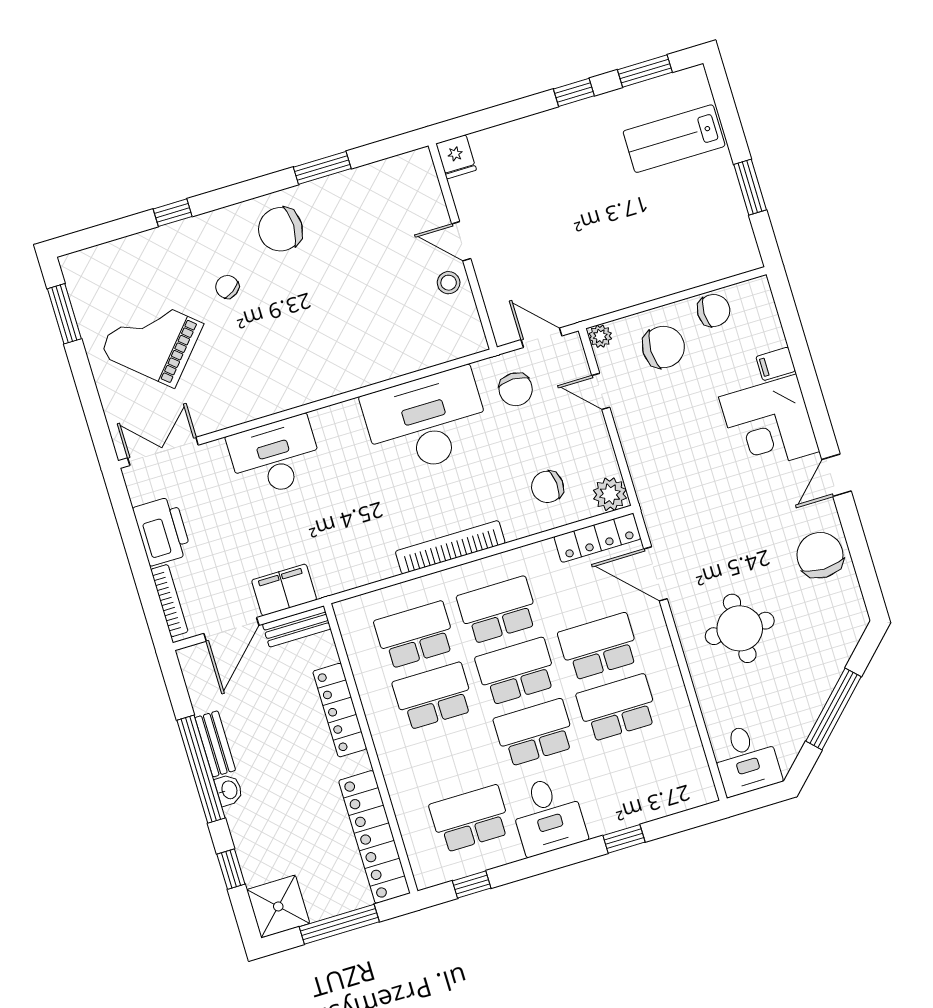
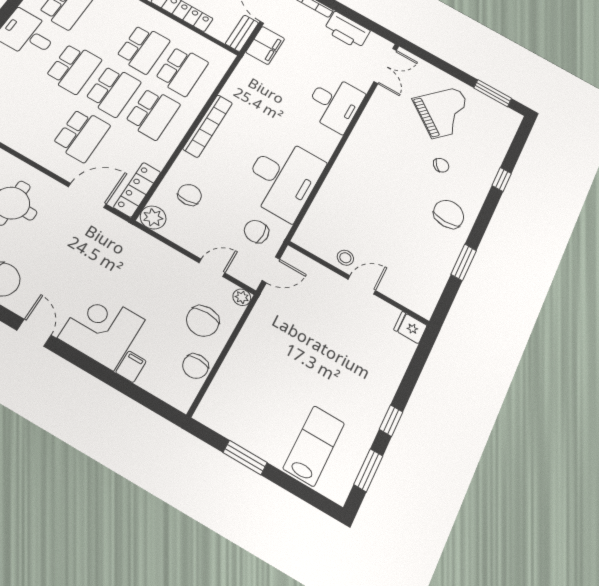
school desk: (617, 708) -> (41, 112), removed

